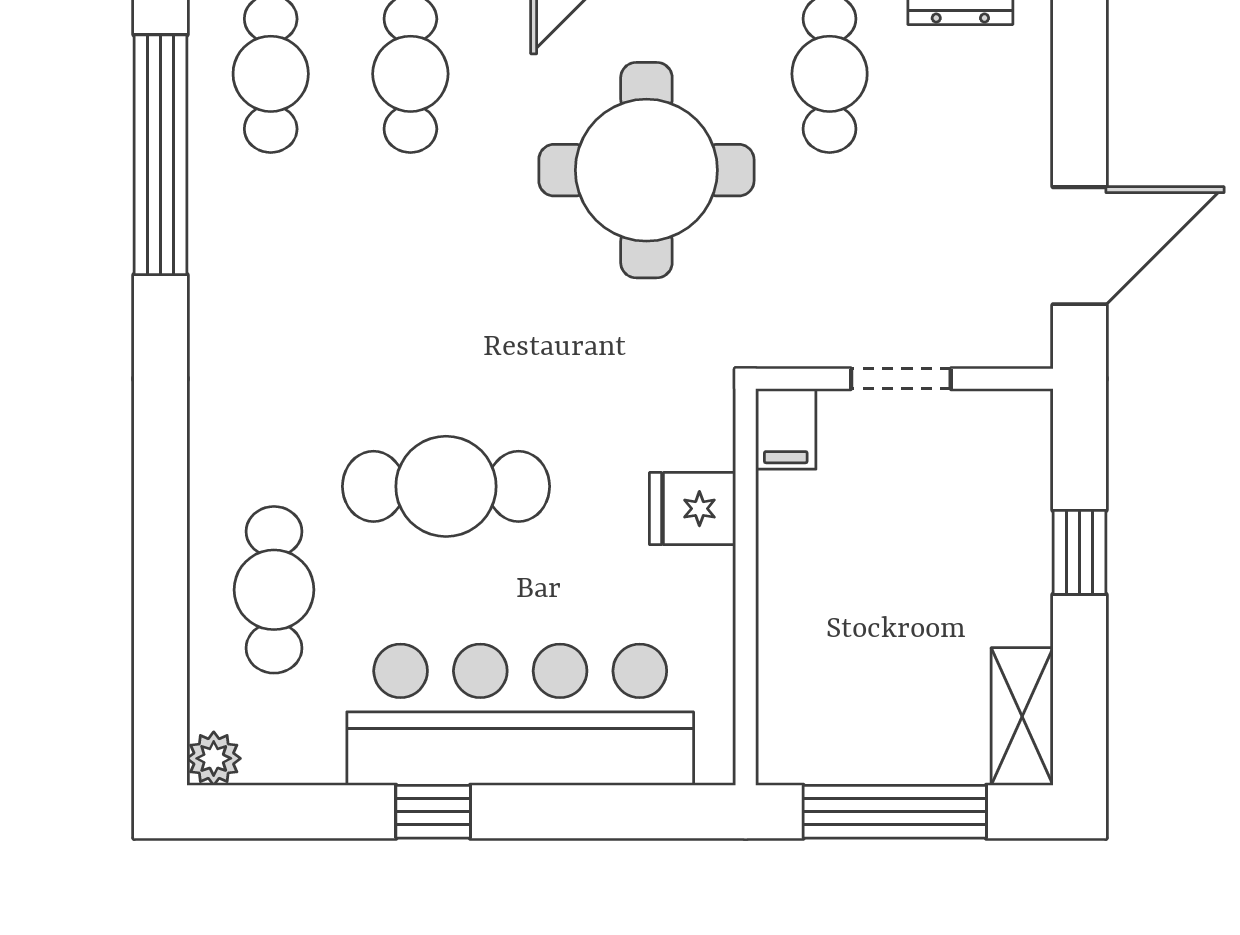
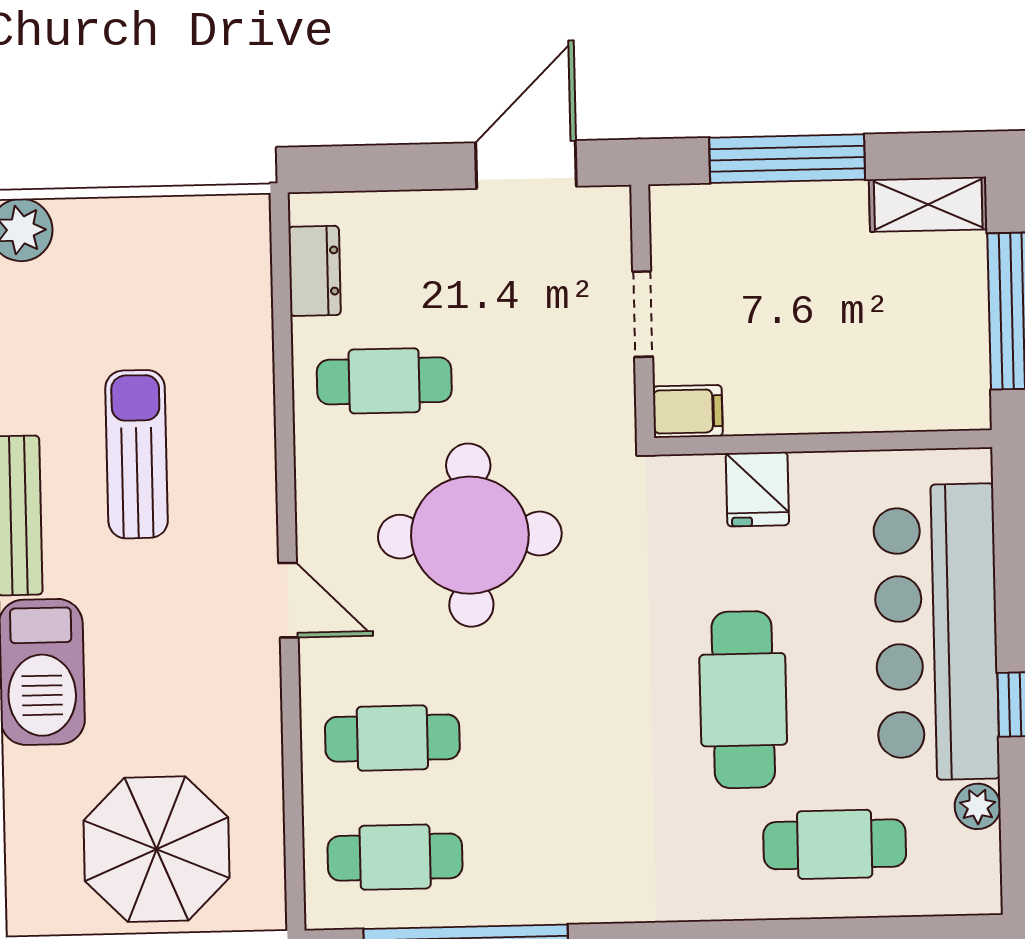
door: (1079, 246) -> (526, 165), hinge flipped
window: (1079, 552) -> (787, 159), width x2.17
plant: (214, 758) -> (978, 806), moved

